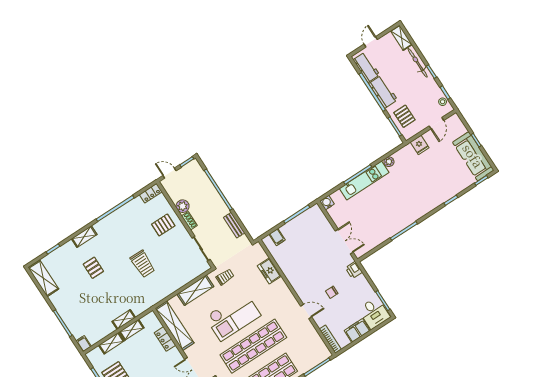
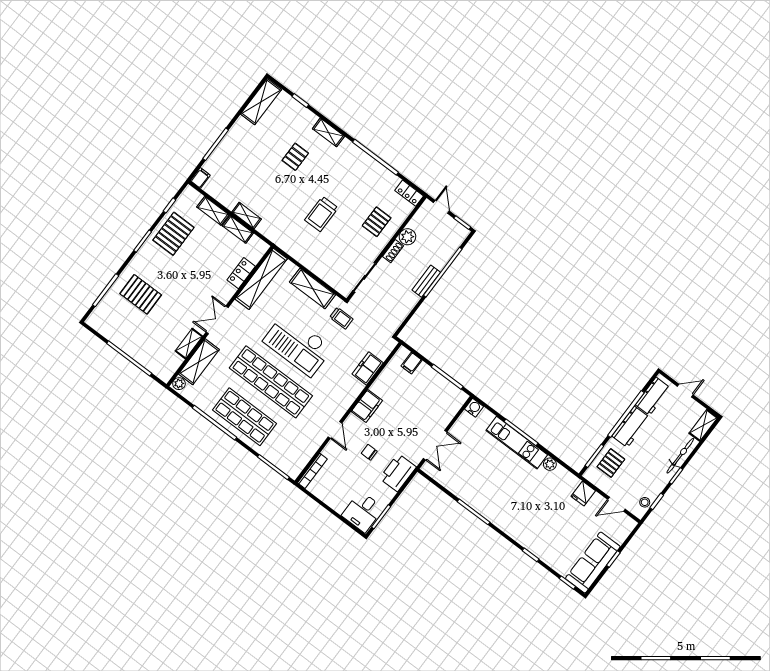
pallet: (163, 225) -> (377, 222), turned 90
bench: (234, 225) -> (426, 281), moved
printer: (354, 270) -> (398, 473), width x1.87, depth x1.48
filing cabinet: (357, 330) -> (367, 406), moved, turned 90

